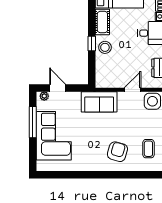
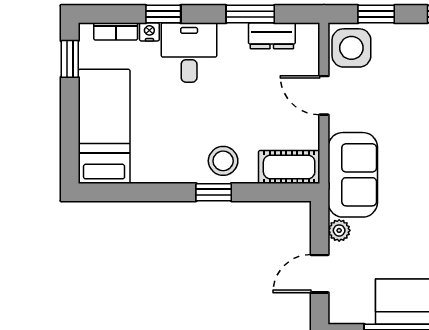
cot: (102, 22) -> (289, 167), moved
plant: (44, 96) -> (339, 230), moved

